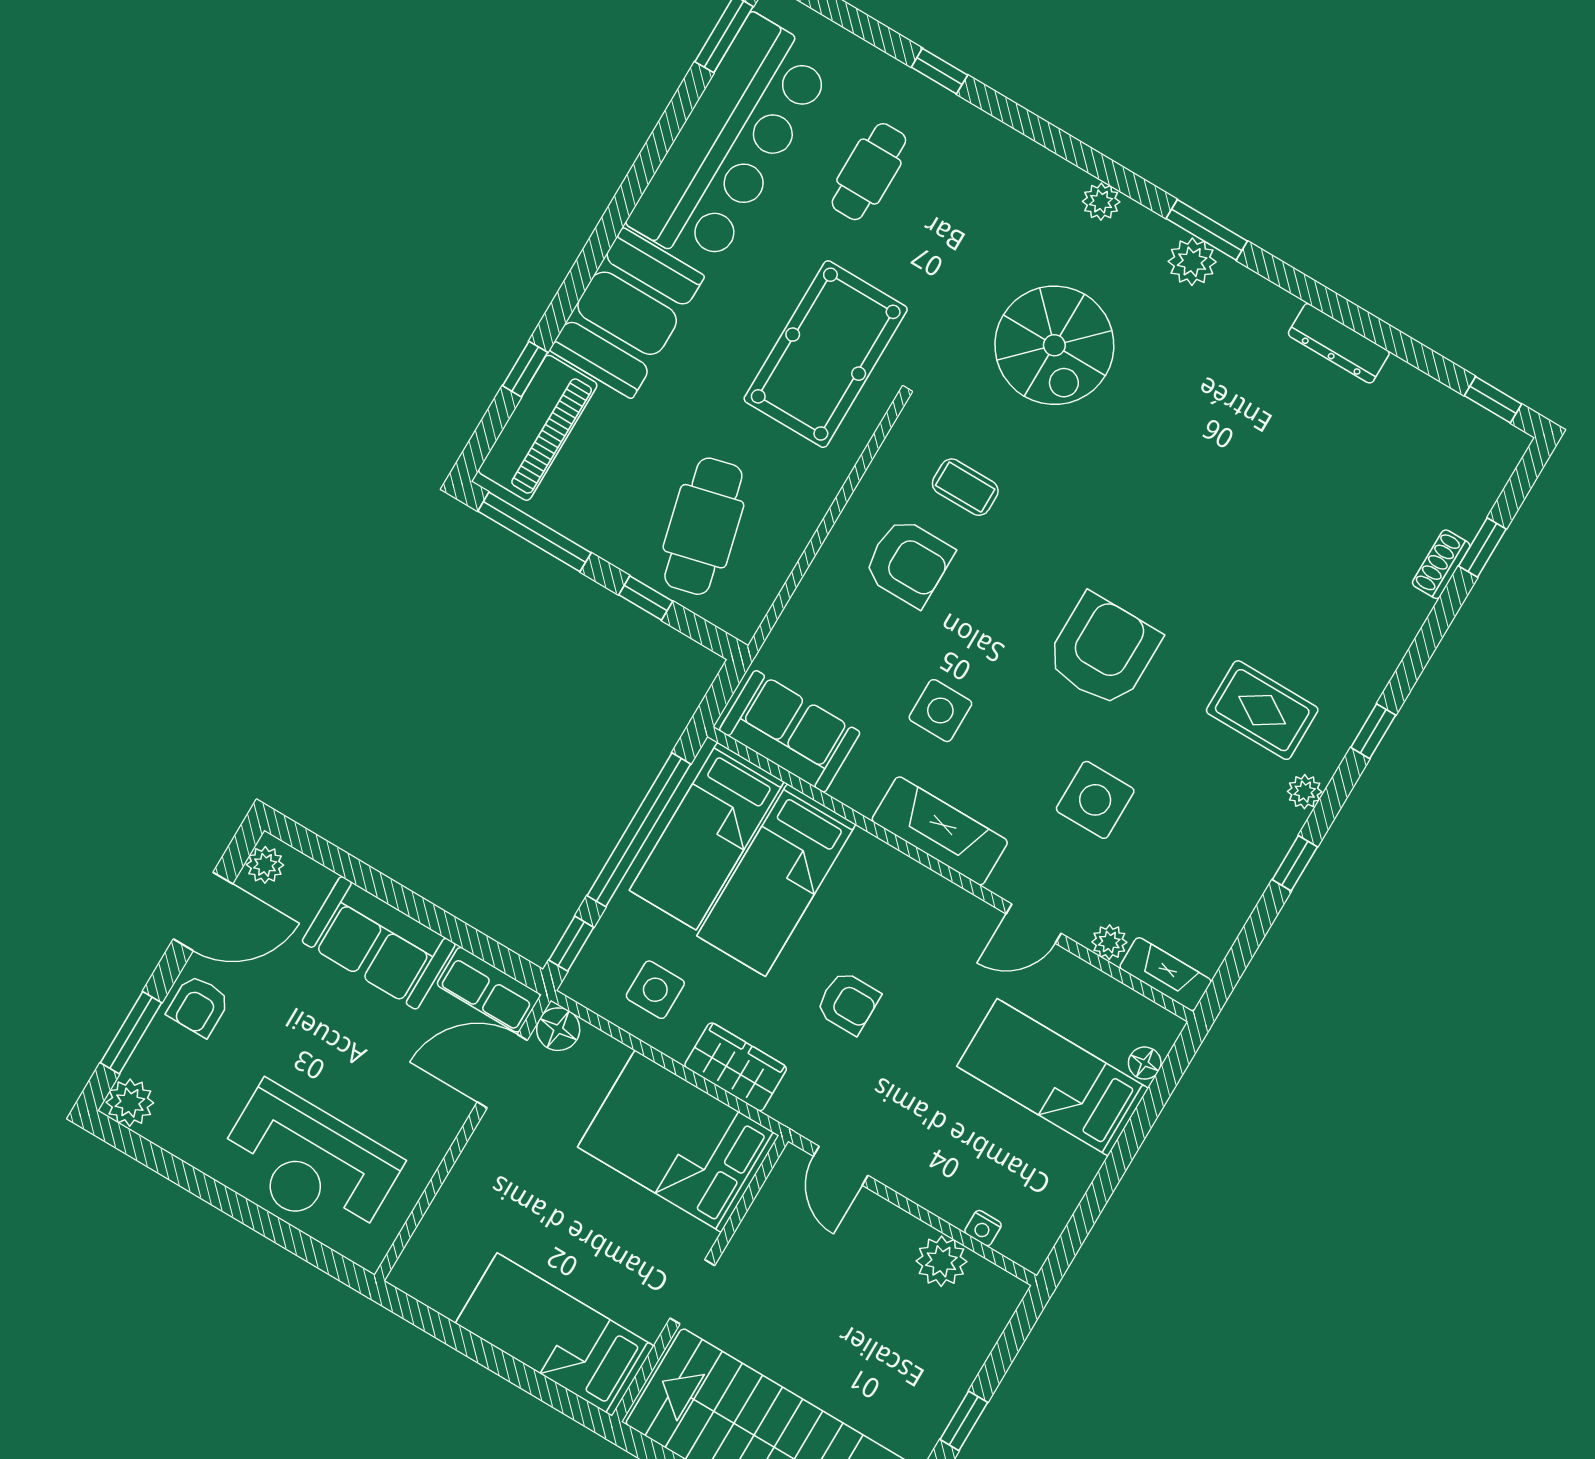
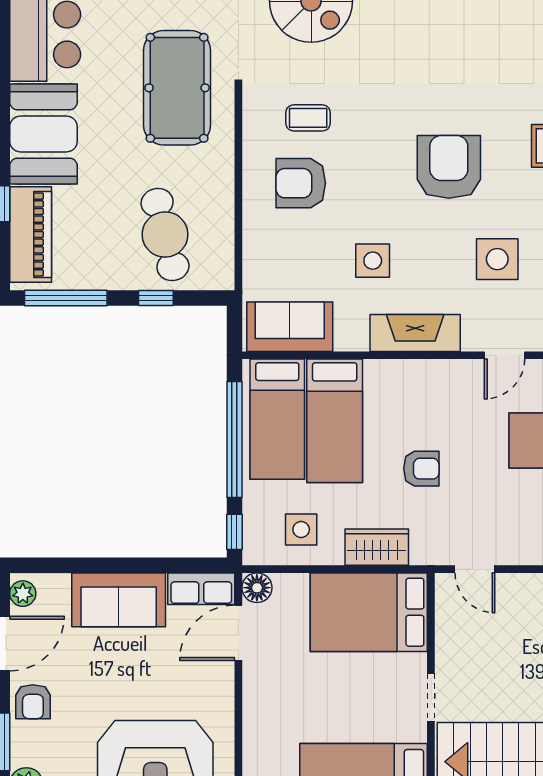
armchair: (908, 562) -> (301, 183), turned 180

